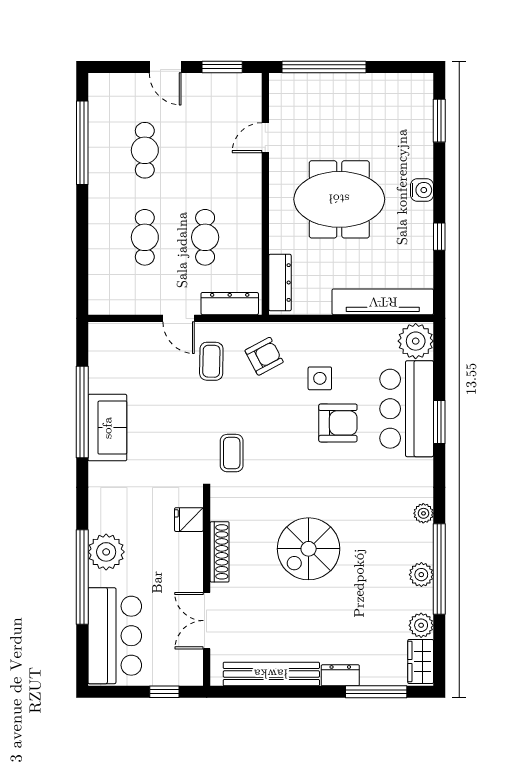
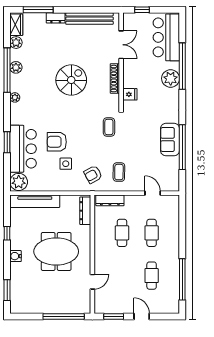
door: (179, 318) -> (153, 193), moved

